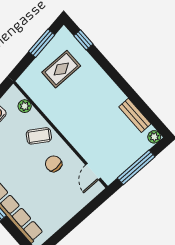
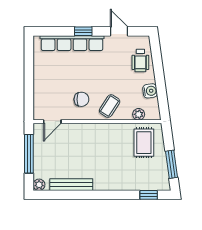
rug: (61, 69) -> (144, 143), moved
bench: (135, 115) -> (71, 185), width x1.36
door: (93, 172) -> (52, 122), swing flipped

